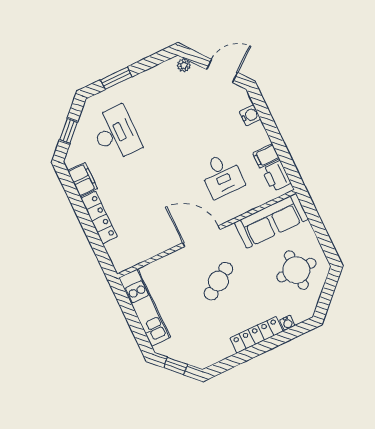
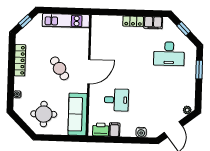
desk: (222, 175) -> (116, 100), turned 180
locker: (99, 218) -> (133, 21), width x0.66
locker: (257, 335) -> (20, 60), moved

